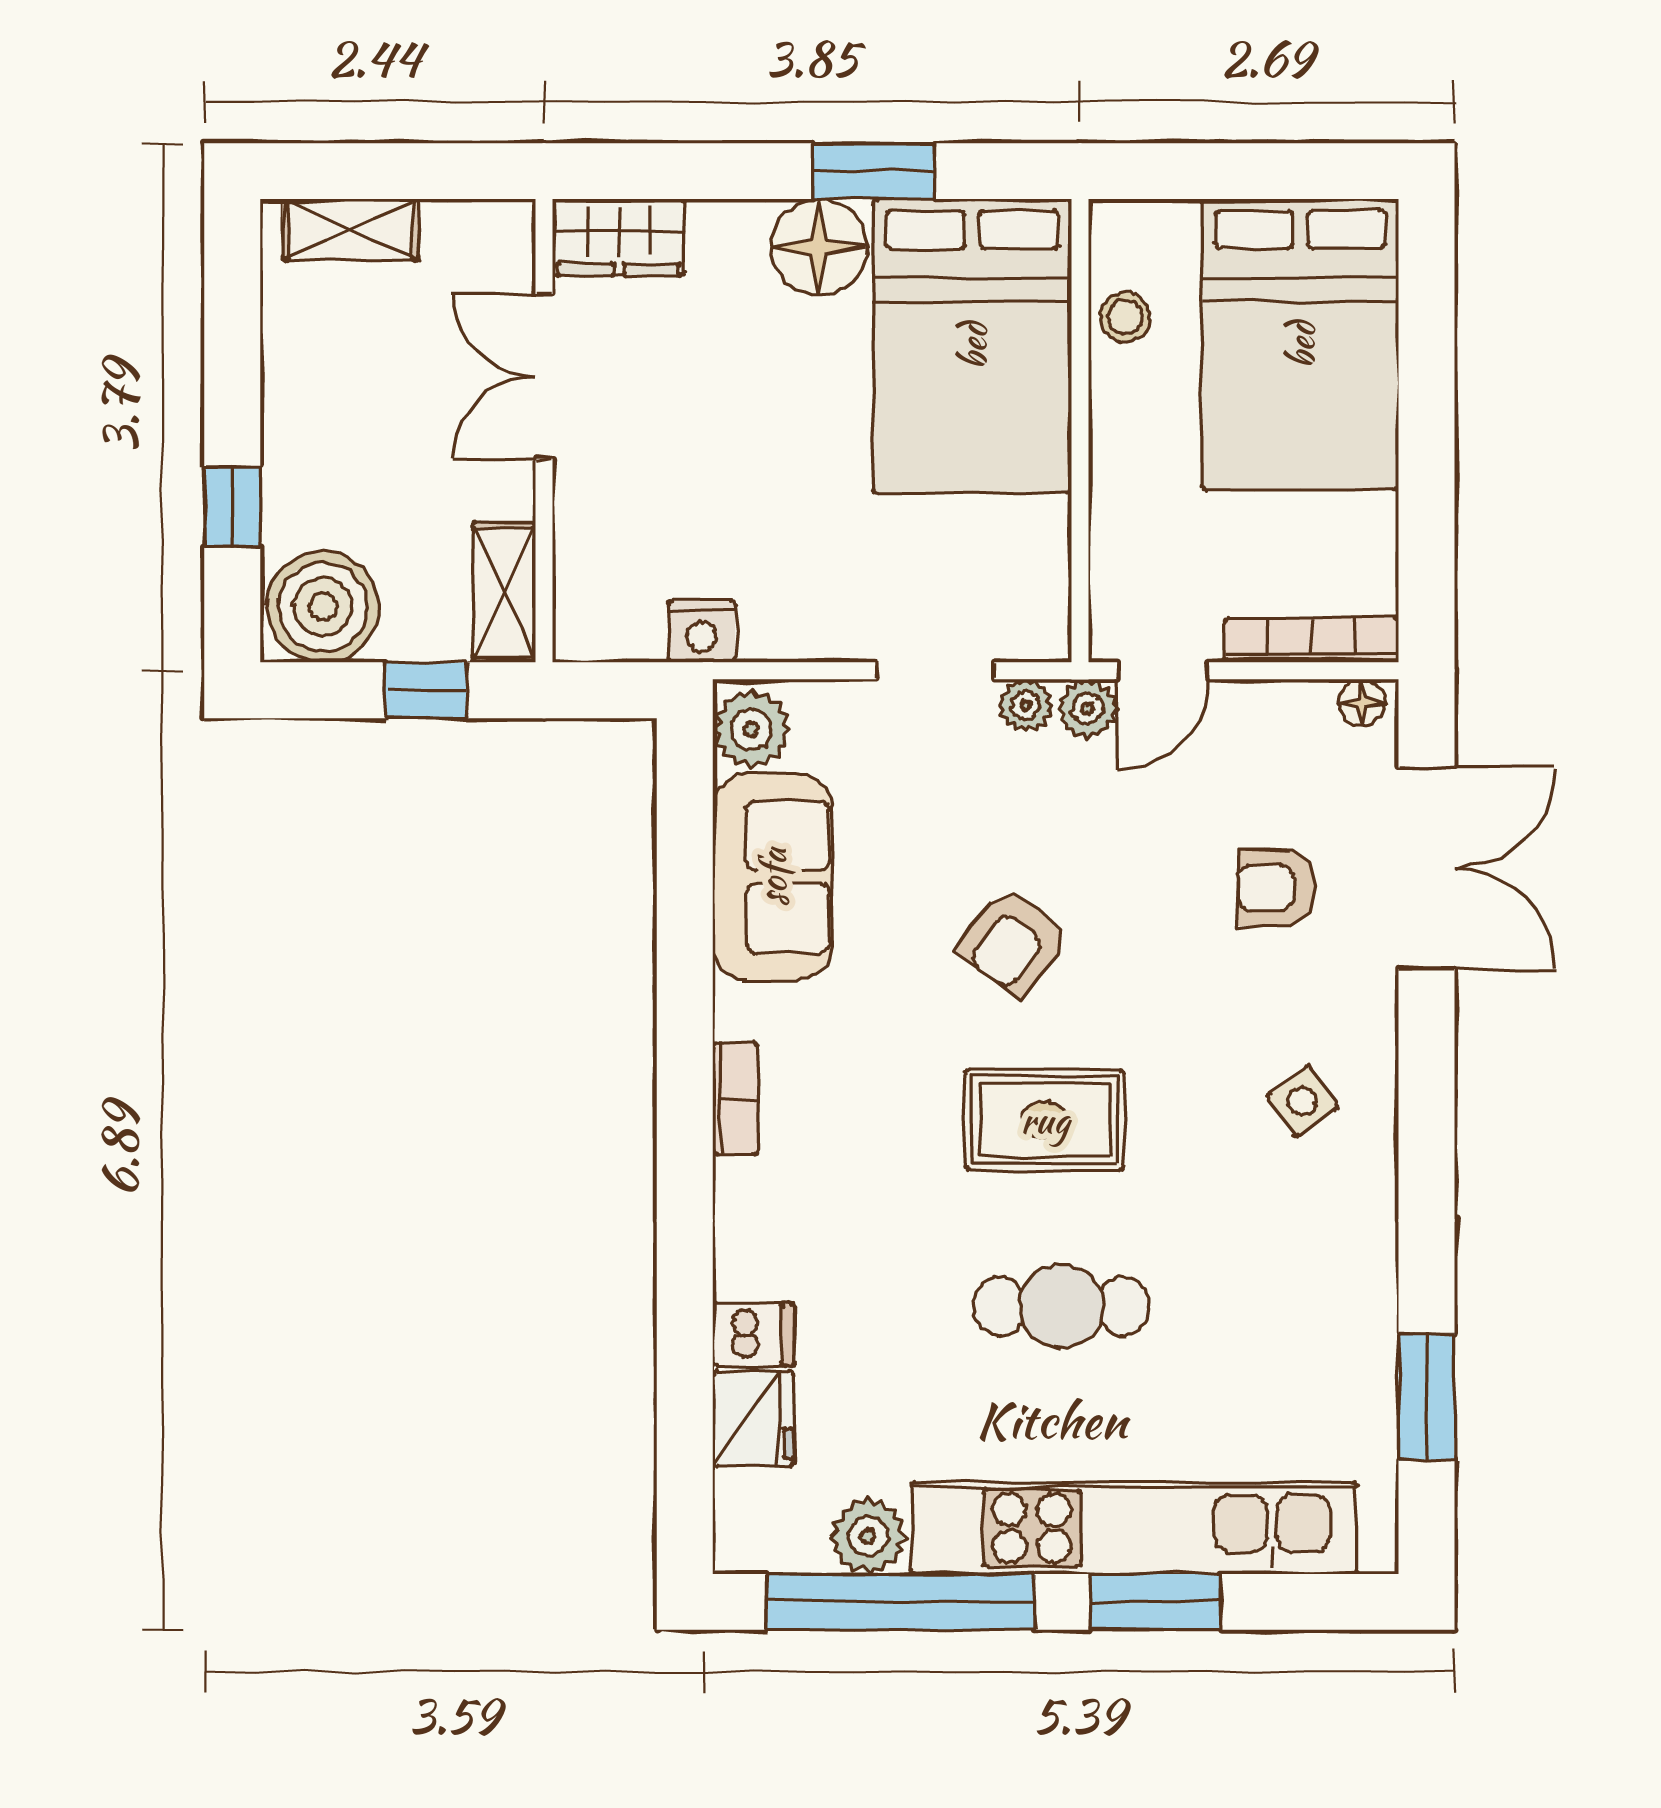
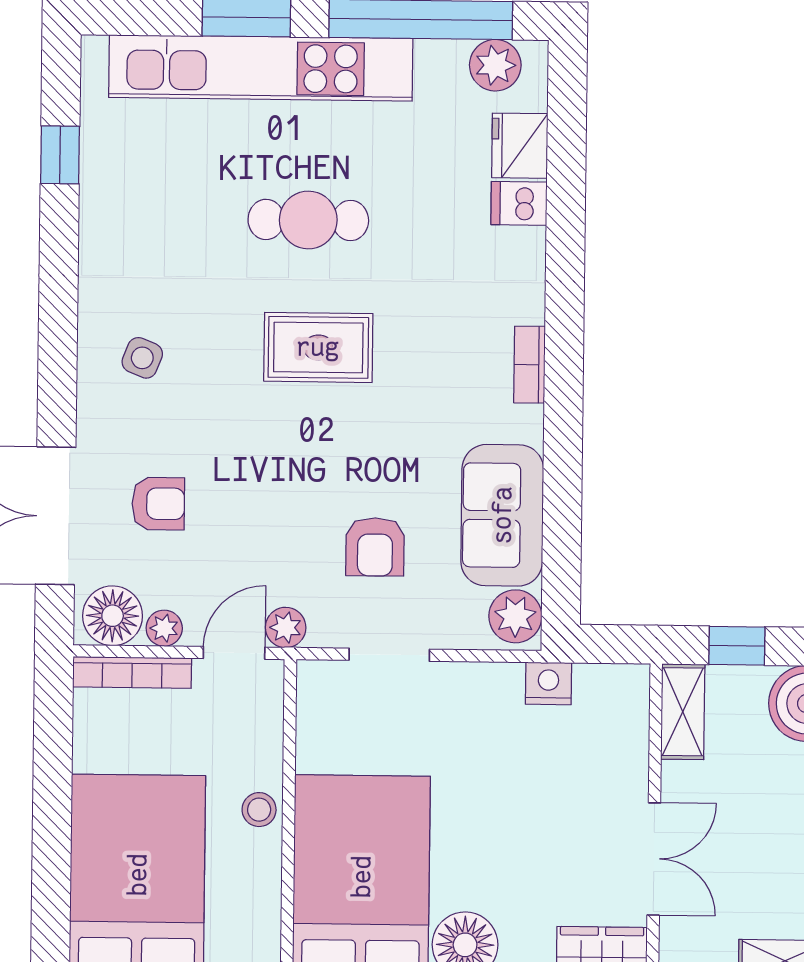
stool: (1125, 317) -> (259, 810), moved
floor lamp: (1362, 702) -> (113, 616), width x1.89, depth x1.89
plant: (1026, 706) -> (164, 628), moved
armchair: (1014, 942) -> (375, 547), moved, turned 143
side table: (1302, 1101) -> (142, 358), turned -32
window: (1426, 1397) -> (60, 155), width x0.67
plant: (868, 1536) -> (495, 65), moved

